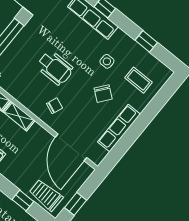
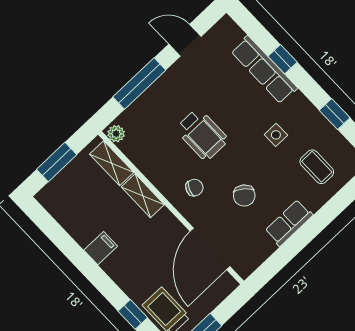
chair: (103, 94) -> (244, 196), moved
row of seats: (119, 128) -> (289, 223), width x0.68

